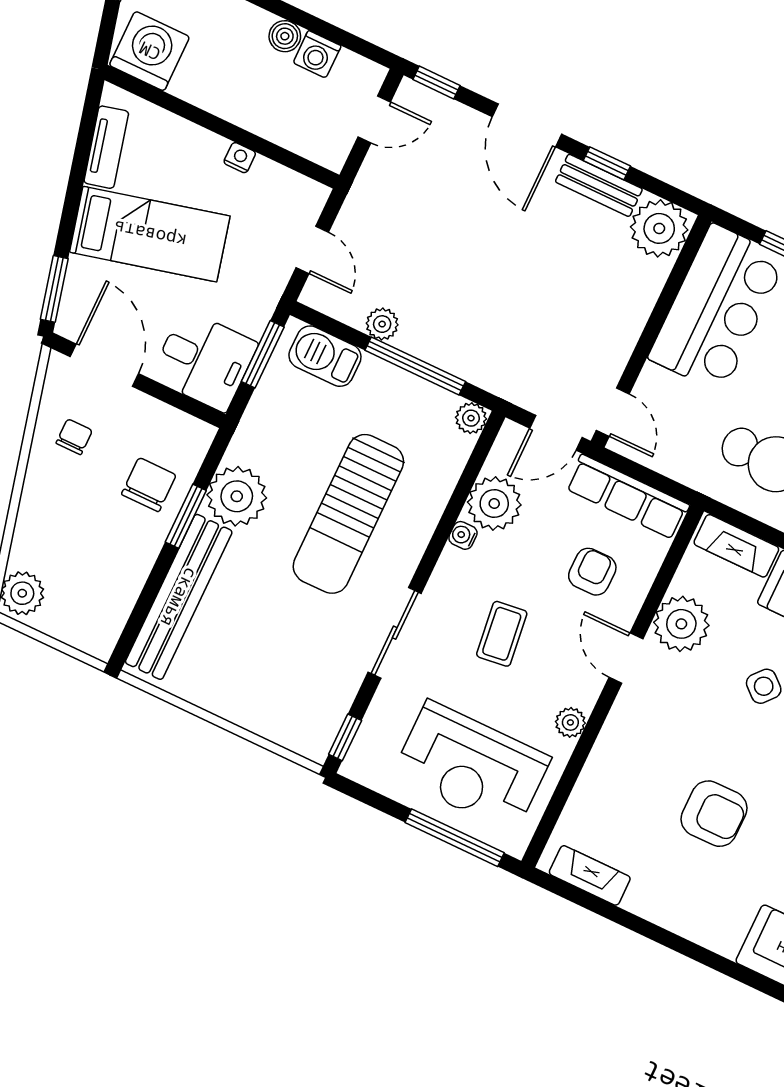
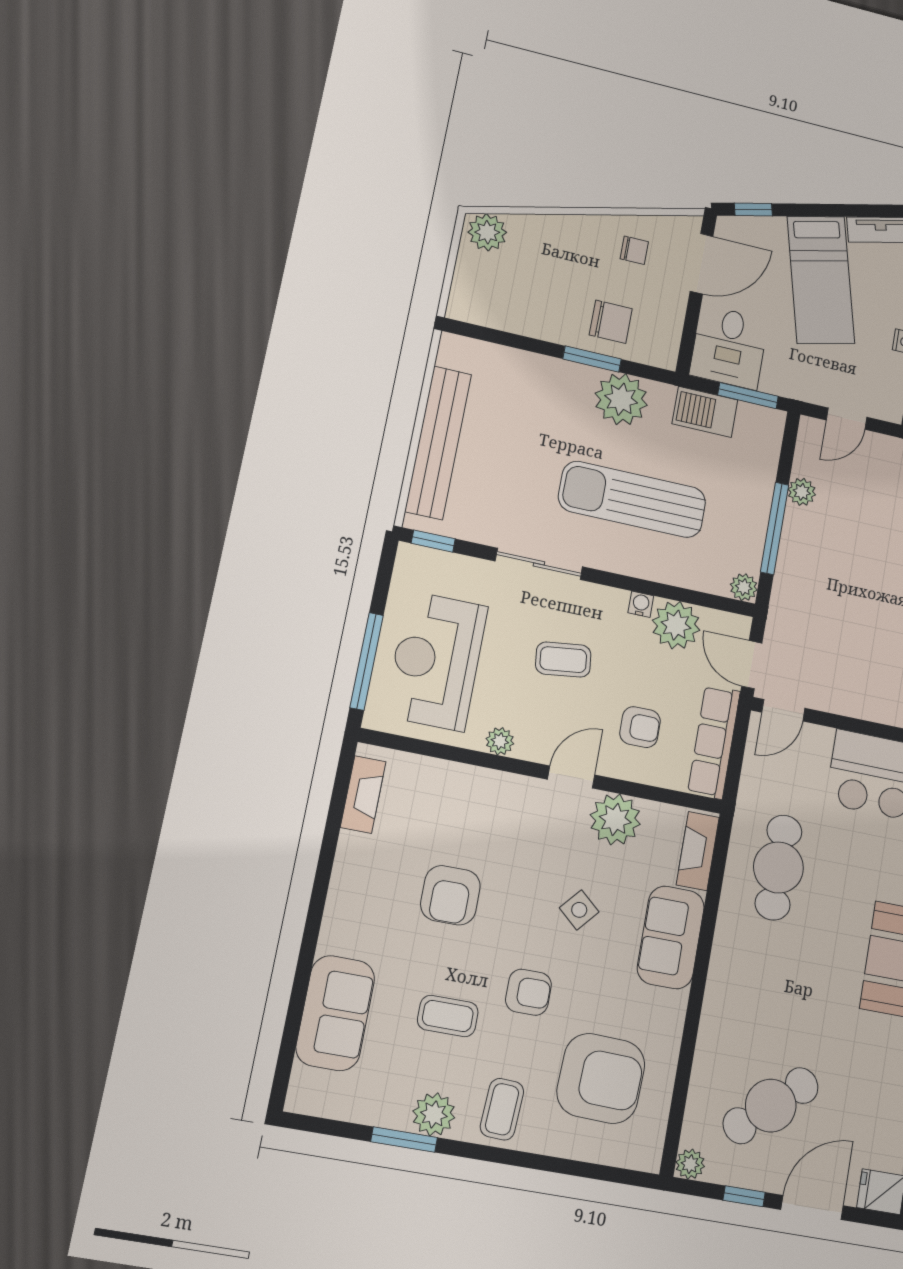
window: (54, 289) -> (753, 210), width x0.67
barbecue: (325, 356) -> (705, 412), moved, turned -90
bench: (179, 597) -> (438, 443), moved, turned 90

